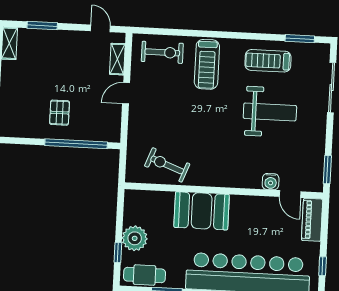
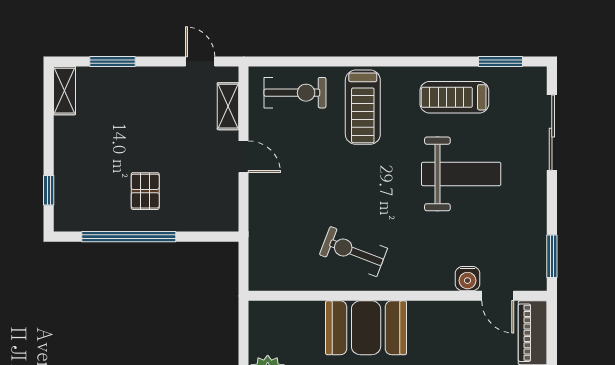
door: (126, 93) -> (244, 157), swing flipped
window: (76, 144) -> (129, 237), moved
exercise bike: (167, 165) -> (353, 251), moved

